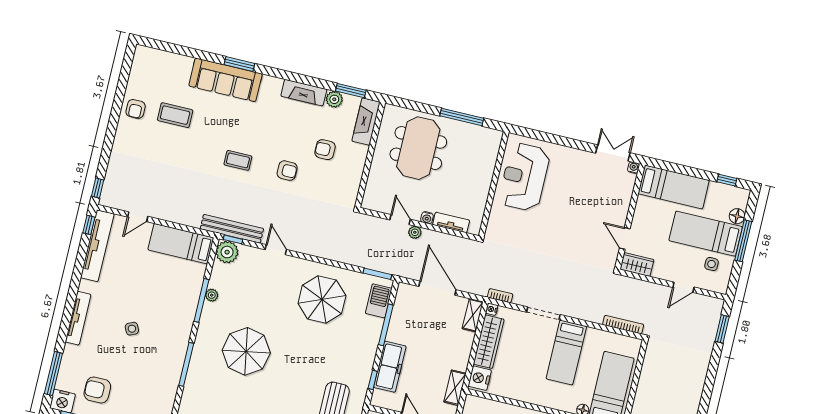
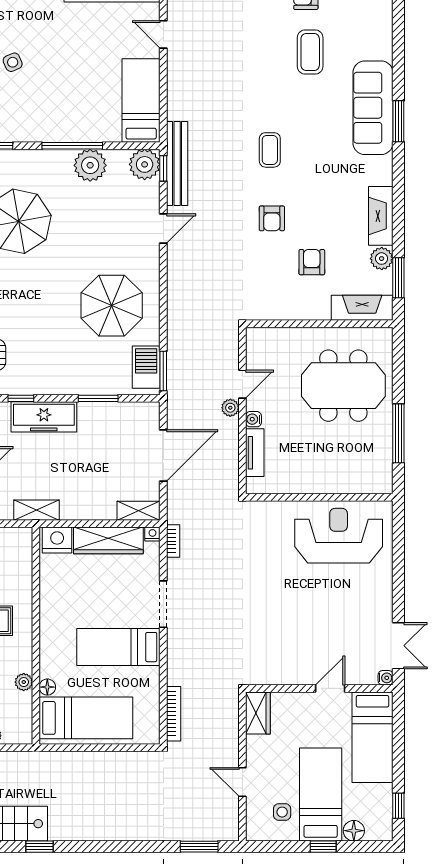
door: (625, 238) -> (330, 688), moved
window: (743, 241) -> (323, 847), width x0.46
plant: (212, 295) -> (90, 165), width x1.88, depth x1.88
barbecue: (379, 301) -> (146, 367), moved, turned -90
window: (386, 325) -> (98, 398), width x0.69

